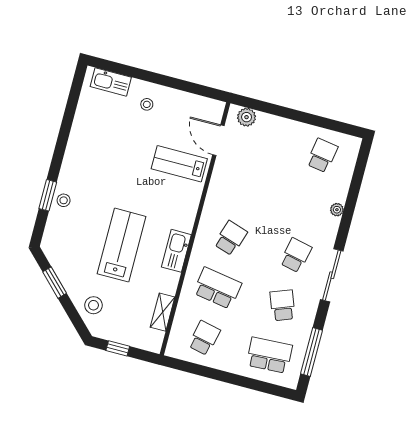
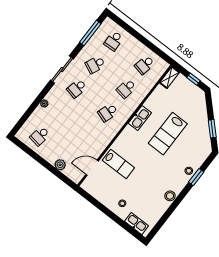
plant: (247, 117) -> (60, 165), moved
door: (218, 140) -> (92, 168), swing flipped
school desk: (217, 288) -> (126, 89), width x0.54
stool: (93, 305) -> (170, 196), moved
school desk: (283, 305) -> (95, 65), turned 45
shelving: (163, 312) -> (170, 77), moved
school desk: (269, 355) -> (114, 41), width x0.54

